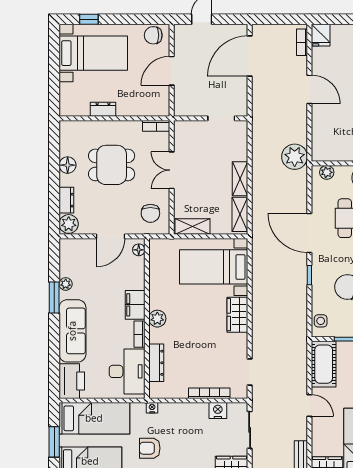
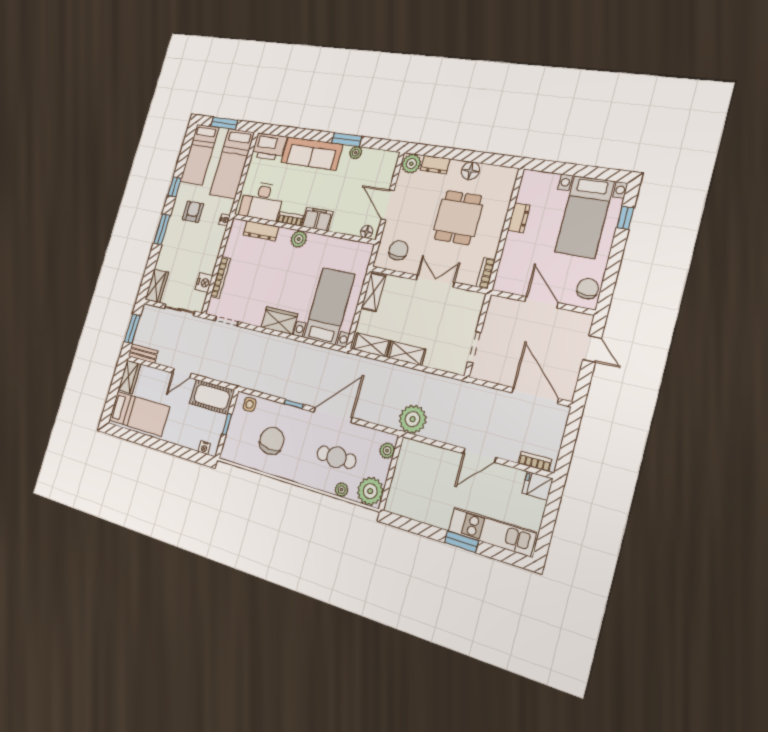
chair: (150, 213) -> (398, 250), turned 90

